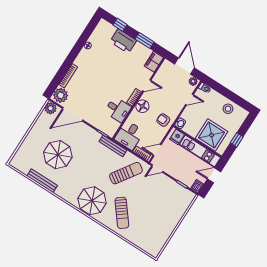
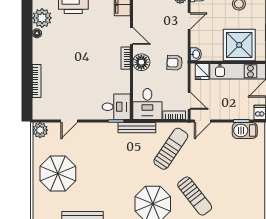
door: (147, 86) -> (132, 36), hinge flipped
plant: (61, 95) -> (42, 18), moved
desk: (118, 109) -> (116, 107), moved
door: (73, 114) -> (69, 121), width x0.53
door: (157, 150) -> (189, 101), swing flipped
parasol: (58, 155) -> (58, 173), moved
barbecue: (180, 192) -> (245, 130), added

